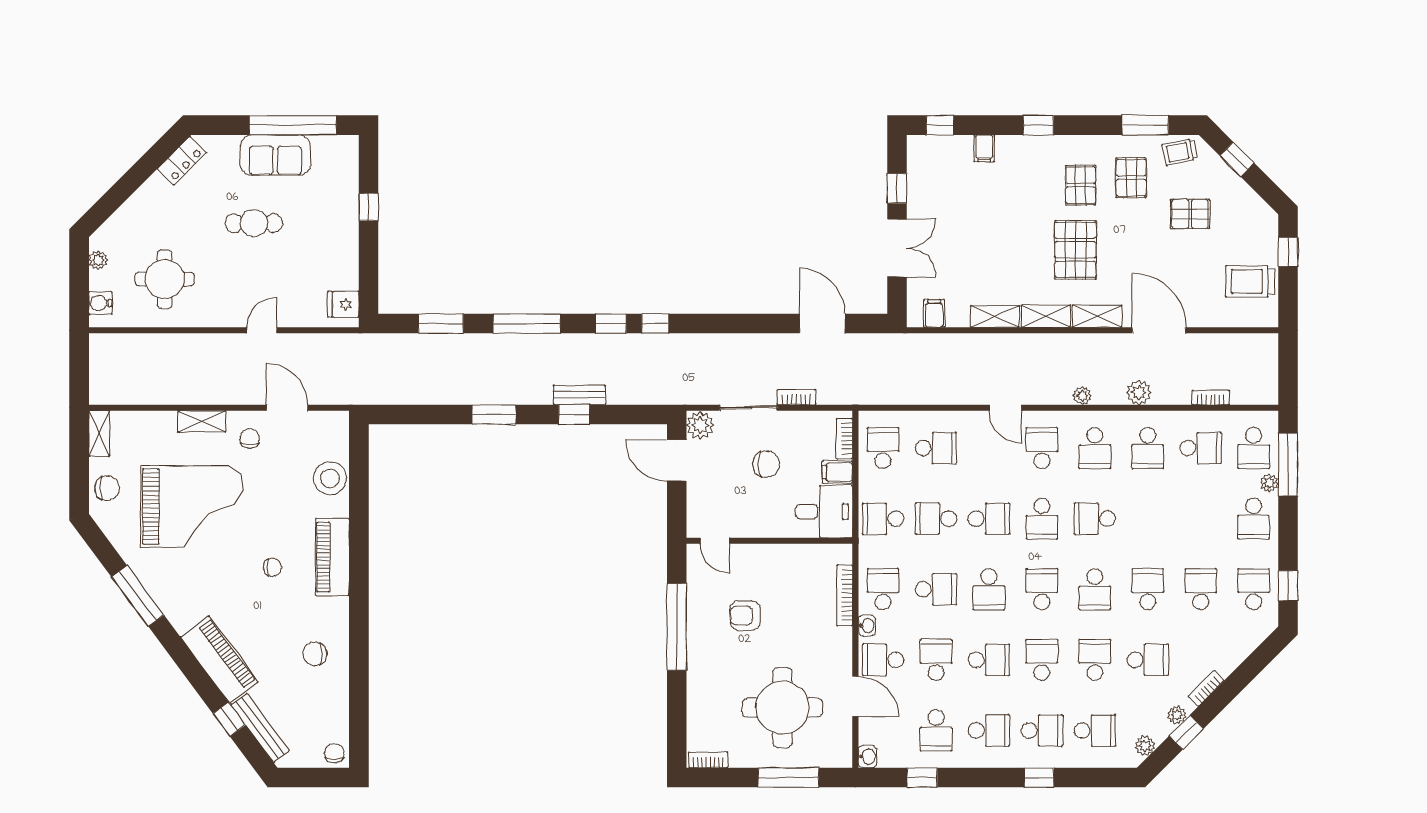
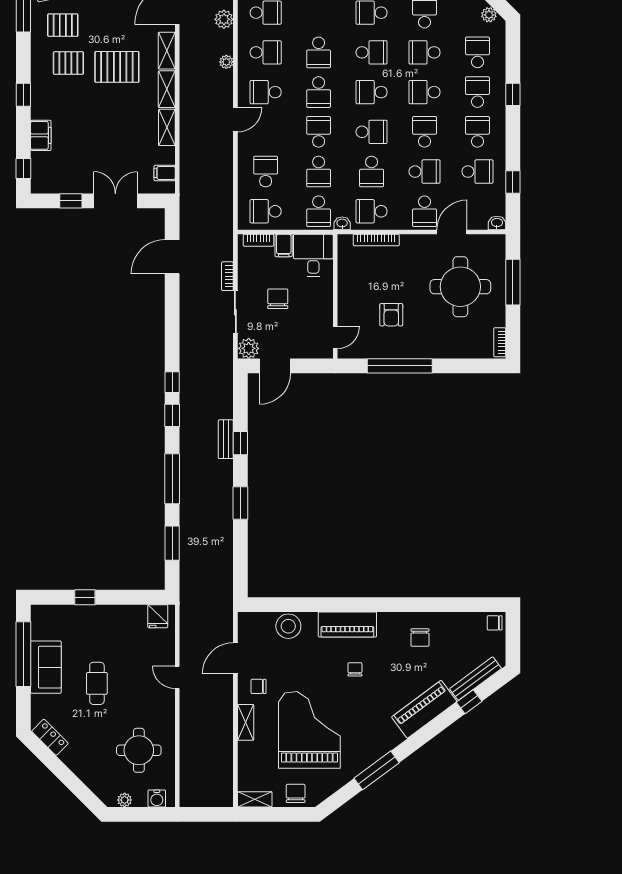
filing cabinet: (984, 148) -> (41, 135), width x2.00
school desk: (1042, 519) -> (319, 92), turned 90
school desk: (936, 589) -> (372, 172), turned 180
washbasin: (867, 626) -> (342, 223), moved
school desk: (936, 660) -> (425, 172), turned 180

